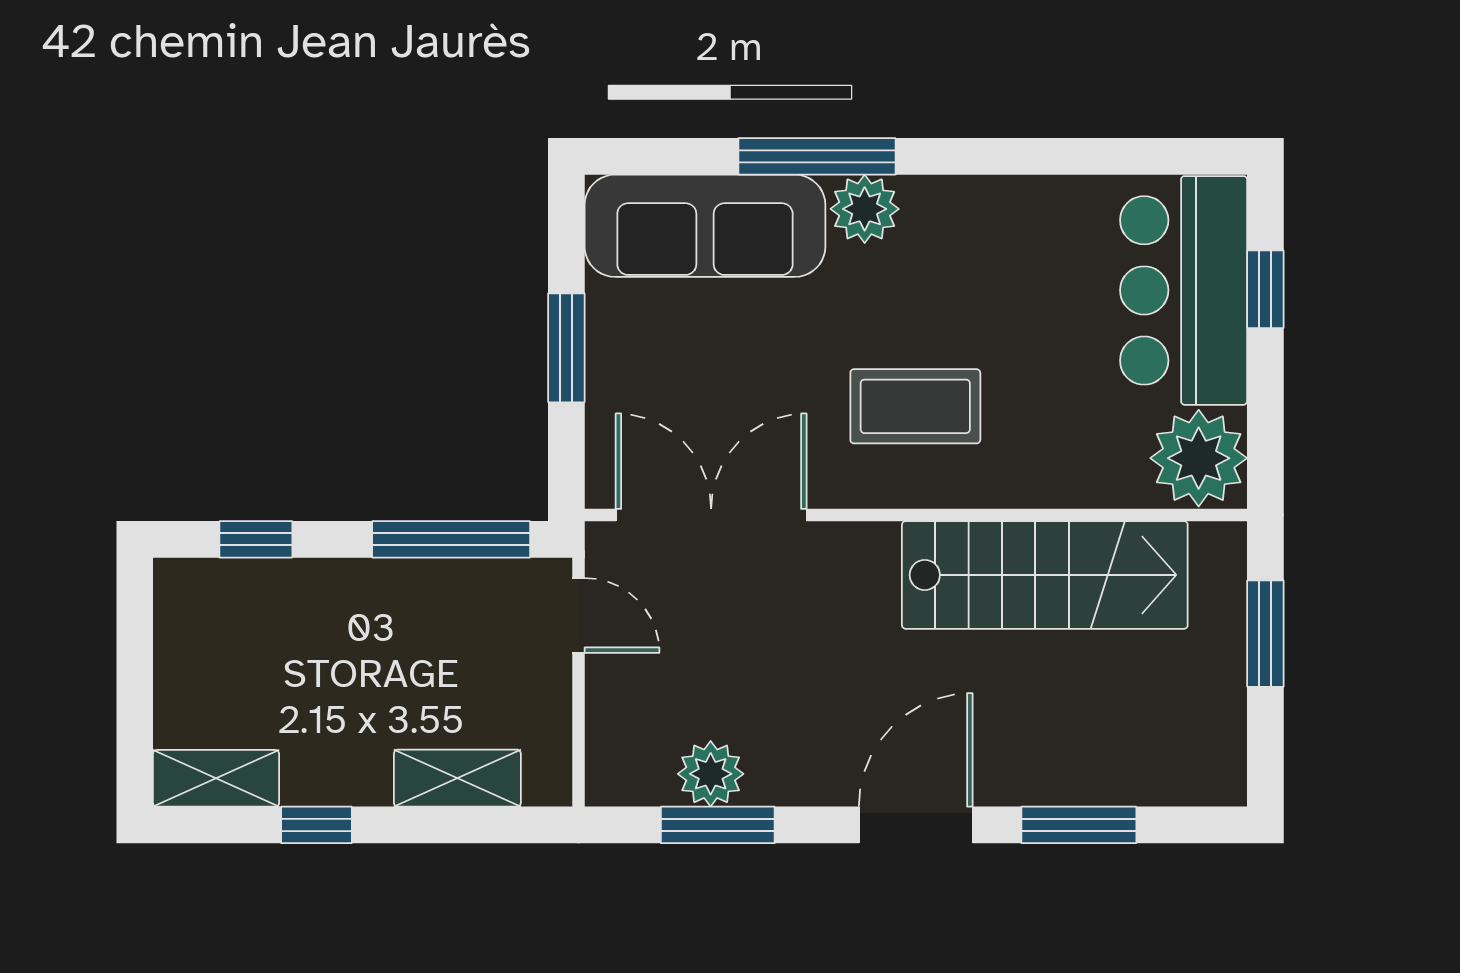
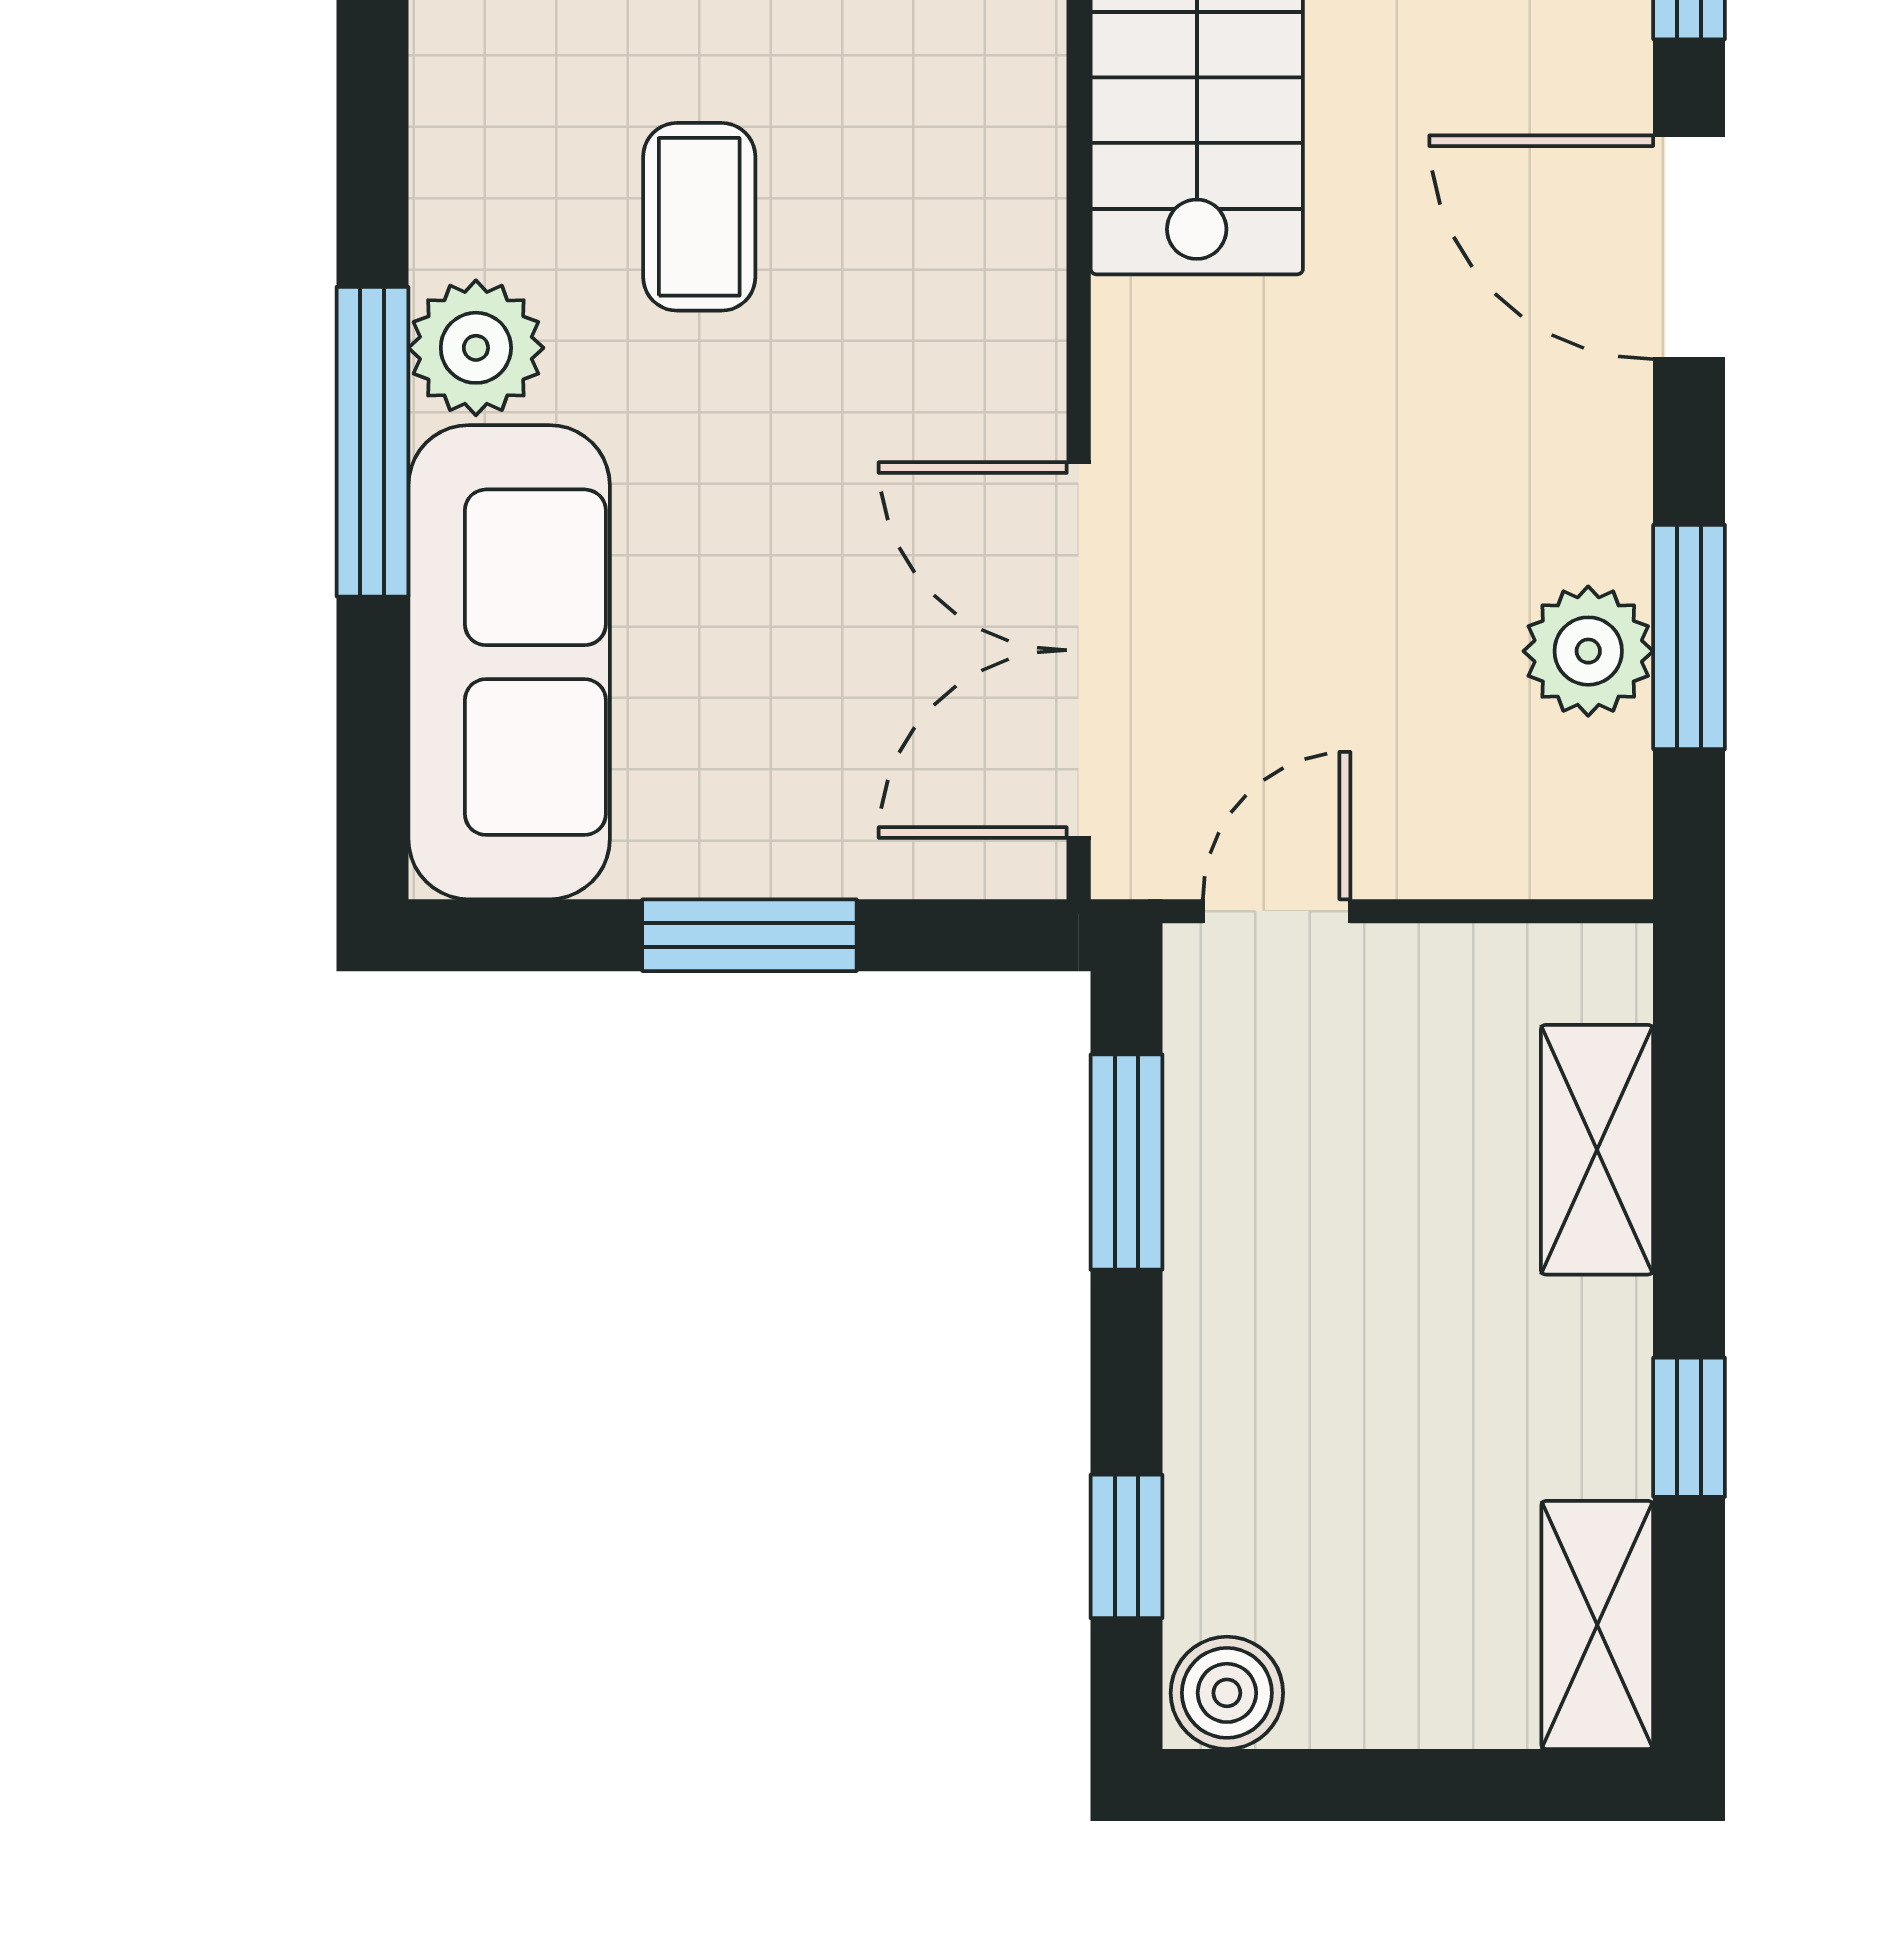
coffee table: (915, 406) -> (699, 217), moved, width x0.73, depth x0.77
window: (451, 539) -> (1126, 1162), width x0.69
boiler: (182, 590) -> (1227, 1693), added

